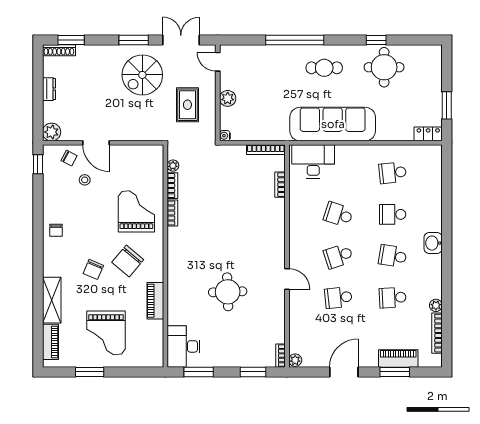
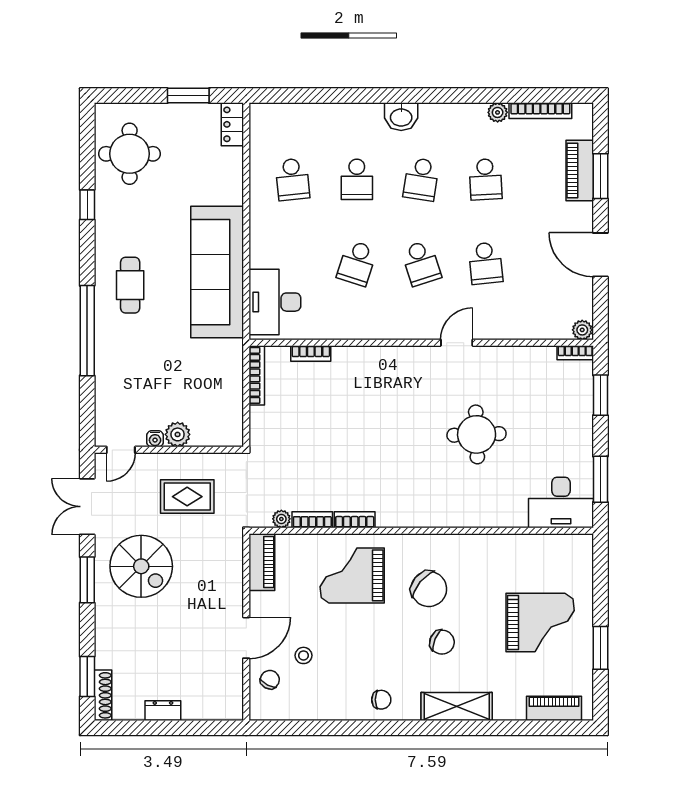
round table: (384, 67) -> (130, 154), moved
plant: (52, 132) -> (229, 707), removed
water cooler: (225, 136) -> (155, 439), moved
window: (38, 164) -> (279, 728), removed
shelving: (52, 300) -> (457, 706), moved
piano: (155, 301) -> (262, 562), moved, turned -90

